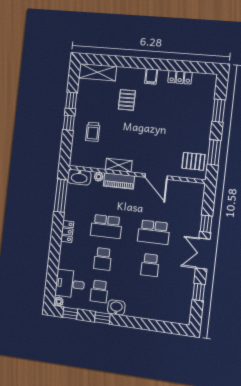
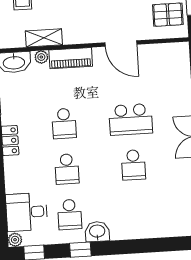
shelving: (119, 165) -> (44, 38), moved
school desk: (106, 226) -> (64, 124), width x0.54

